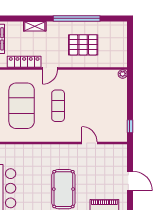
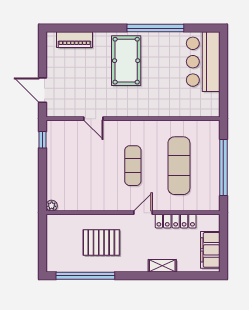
window: (77, 18) -> (85, 276), moved
exercise mat: (22, 106) -> (179, 166), width x0.68
door: (130, 181) -> (42, 90), moved

